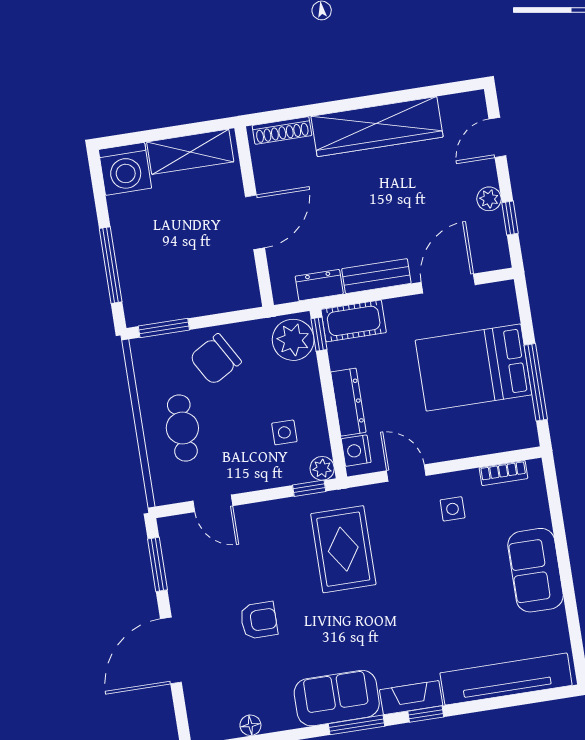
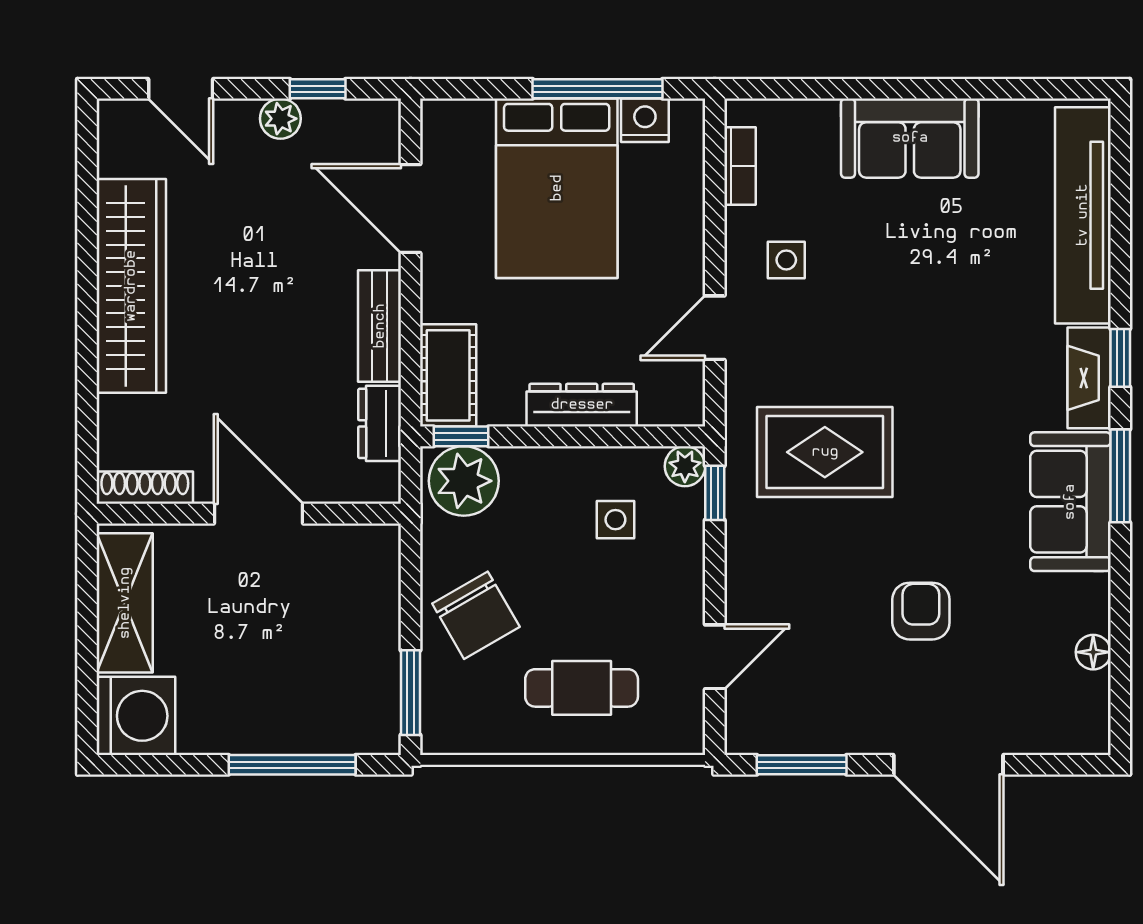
shoe rack: (282, 131) -> (145, 488), moved, turned -90
nightstand: (356, 451) -> (645, 120), moved, turned 180

